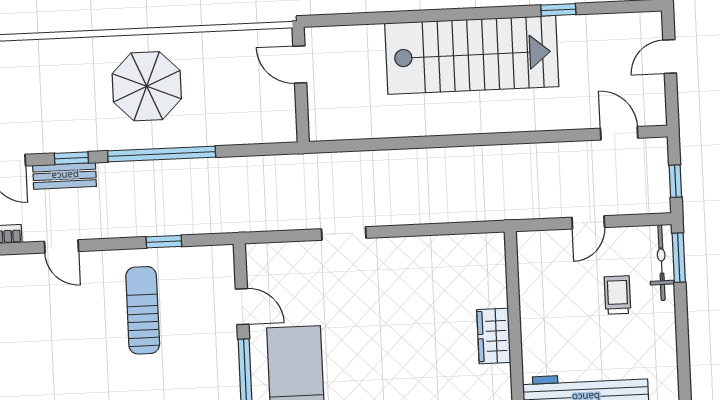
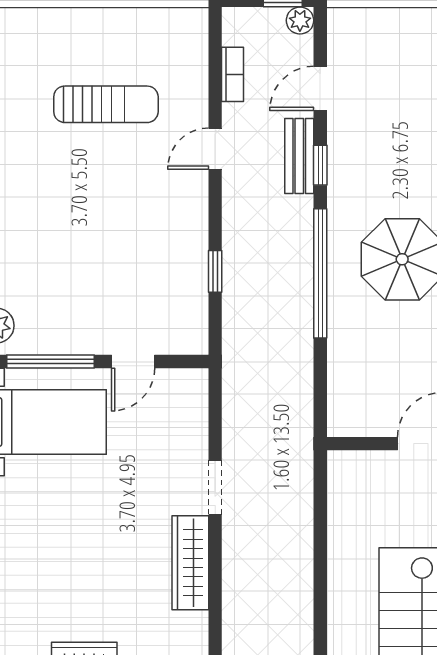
wardrobe: (408, 251) -> (190, 563), added
sun lounger: (143, 310) -> (106, 104), moved

